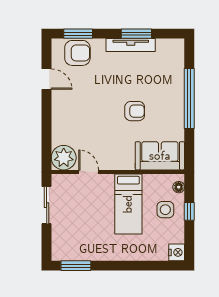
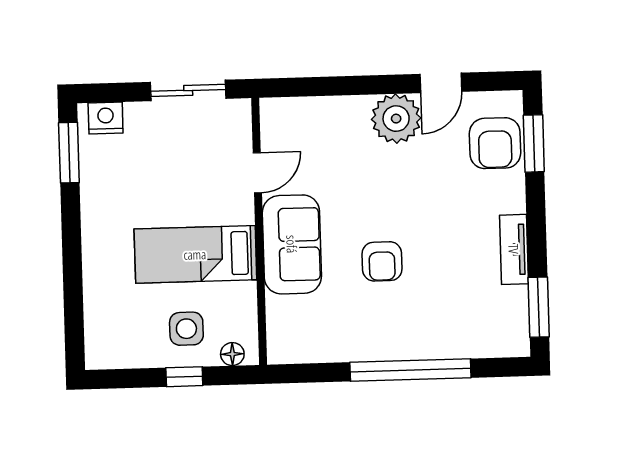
window: (136, 34) -> (539, 307), moved
tv unit: (131, 45) -> (514, 249), width x0.71
sofa: (160, 156) -> (292, 244), moved
plant: (64, 158) -> (396, 119), moved
nightstand: (177, 252) -> (106, 118), moved, turned 180

